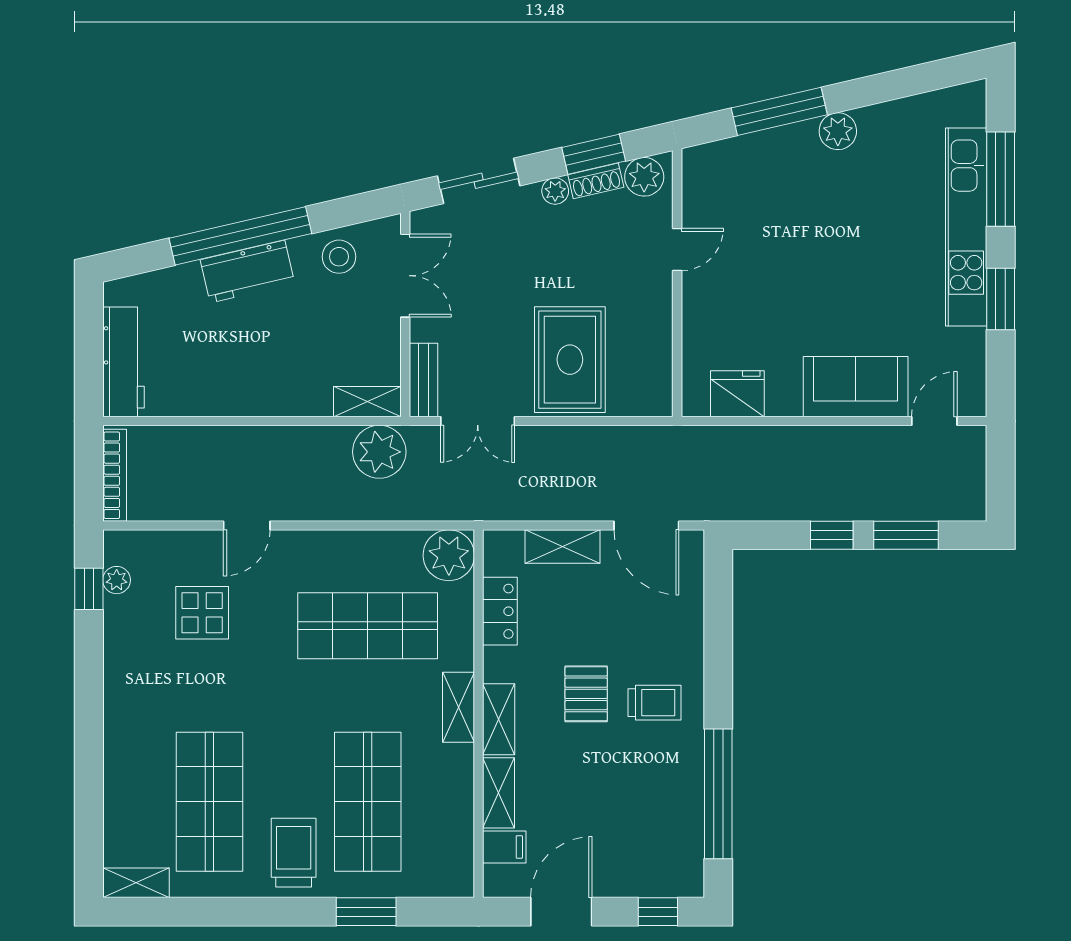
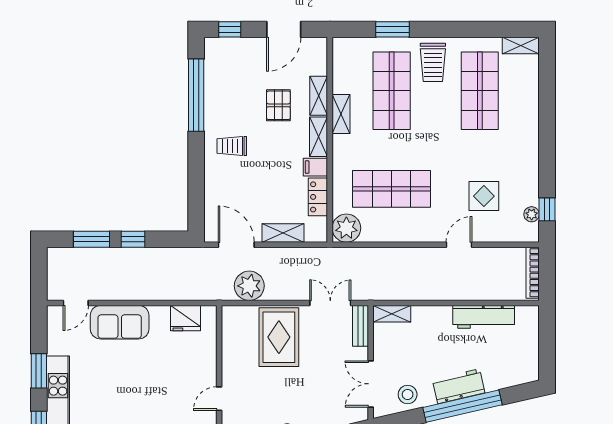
workbench: (123, 362) -> (484, 317), moved, turned -90
plant: (379, 452) -> (249, 286), moved
pallet: (586, 694) -> (278, 105), moved
shelving: (458, 707) -> (341, 114), moved
filing cabinet: (504, 847) -> (315, 167), moved

